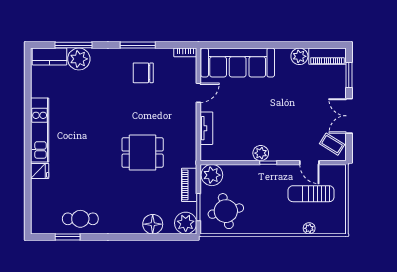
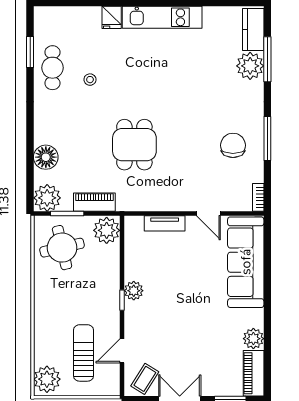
stool: (90, 188) -> (90, 80), added
plant: (309, 228) -> (47, 379), moved, width x1.88, depth x1.88

